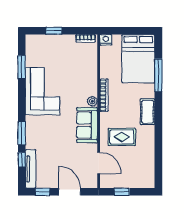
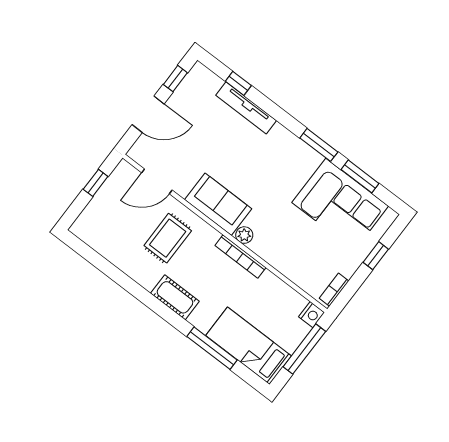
window: (125, 31) -> (304, 349), added
bed: (138, 59) -> (249, 346), width x0.67
corner sofa: (42, 91) -> (340, 204), moved
window: (22, 133) -> (319, 145), moved
tv unit: (31, 169) -> (246, 108), moved

